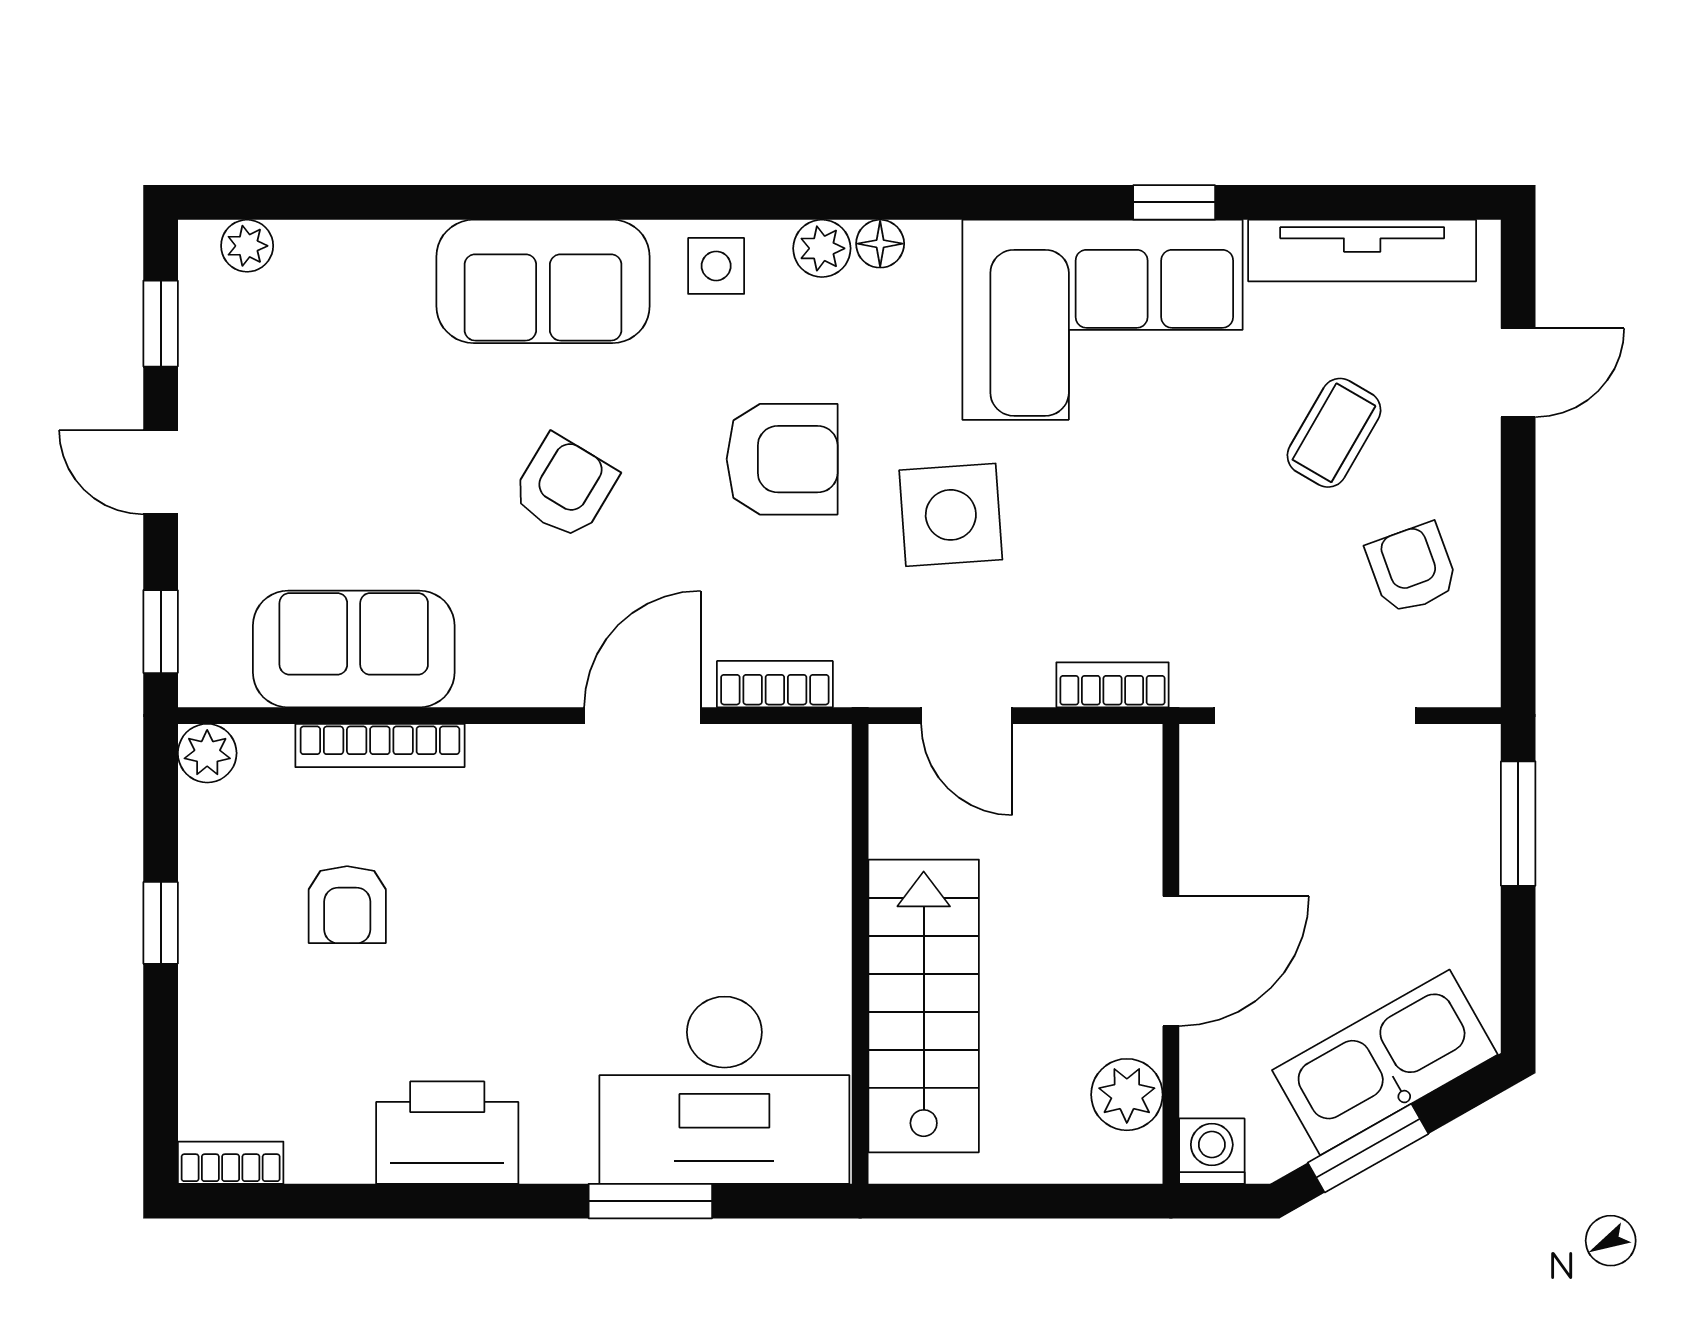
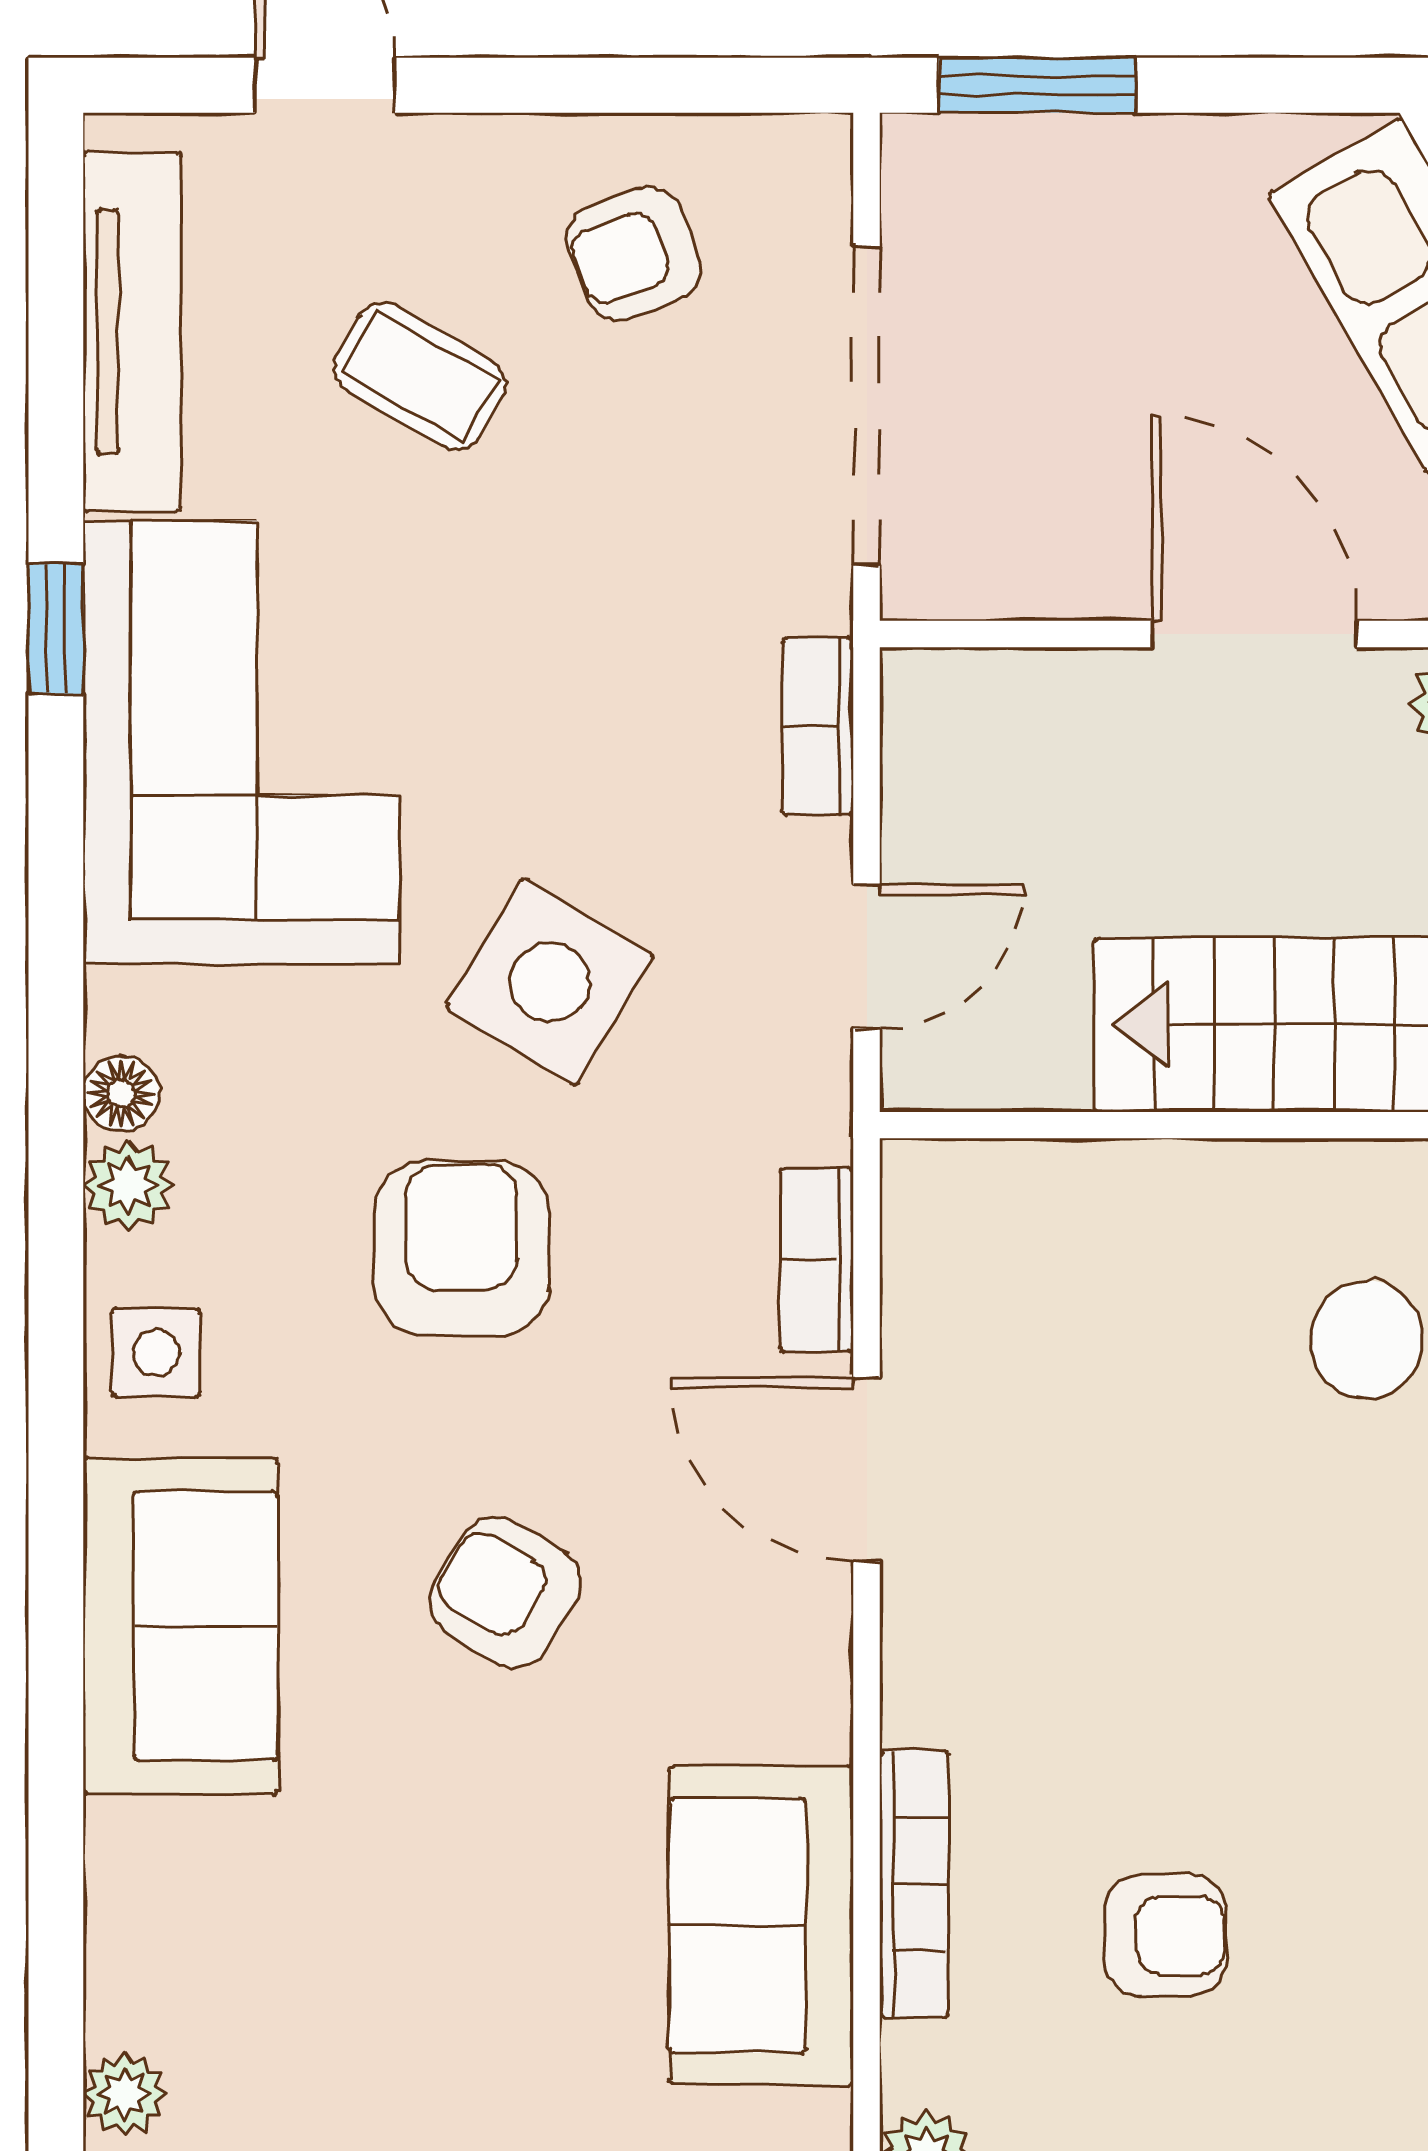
side table: (951, 515) -> (549, 982), turned 35

